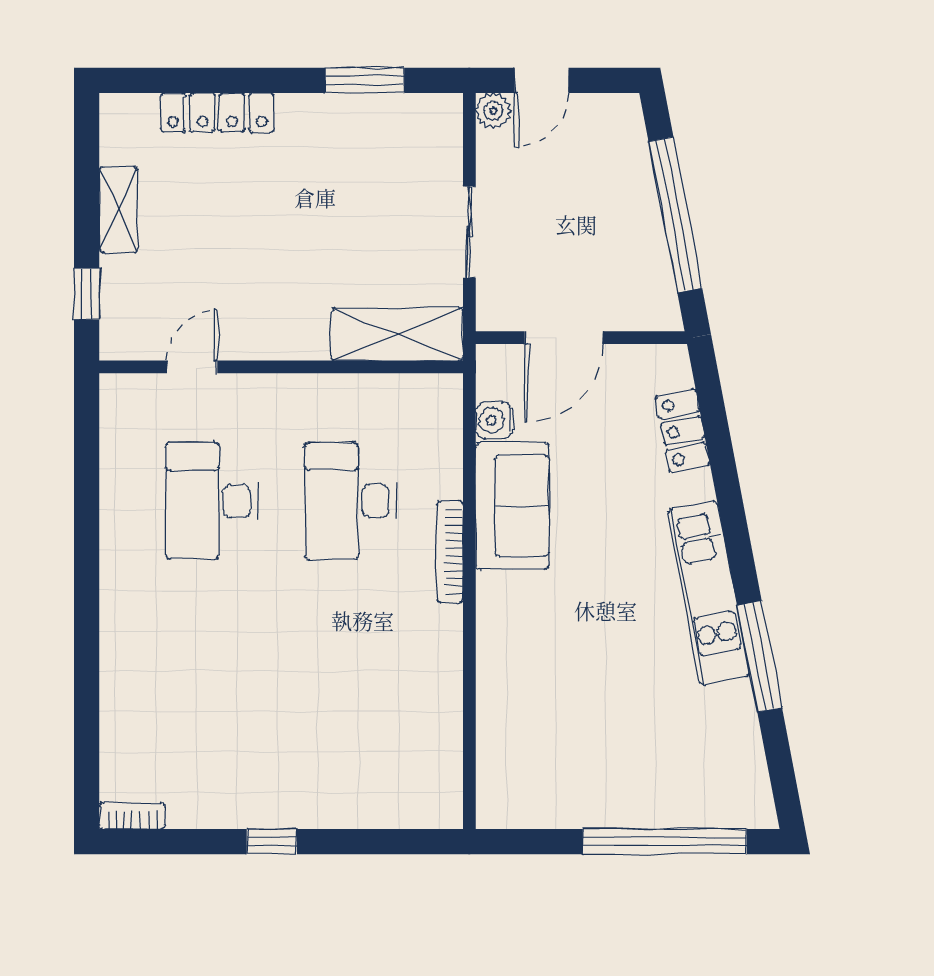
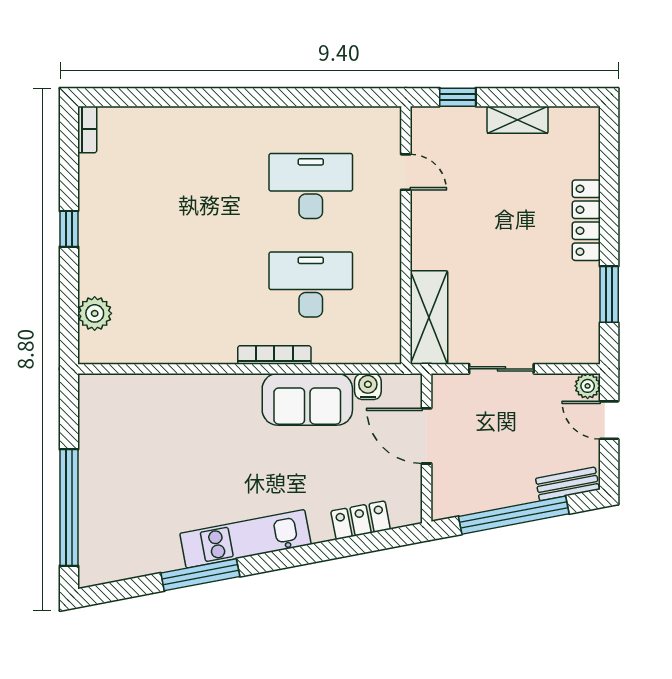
locker: (217, 113) -> (586, 220), moved
bench: (632, 139) -> (567, 484), added
plant: (391, 805) -> (95, 313), added

